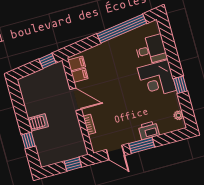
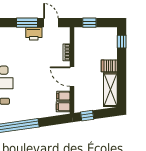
shelving: (30, 97) -> (110, 90), added
printer: (149, 130) -> (34, 34), moved
window: (28, 140) -> (122, 42), moved

